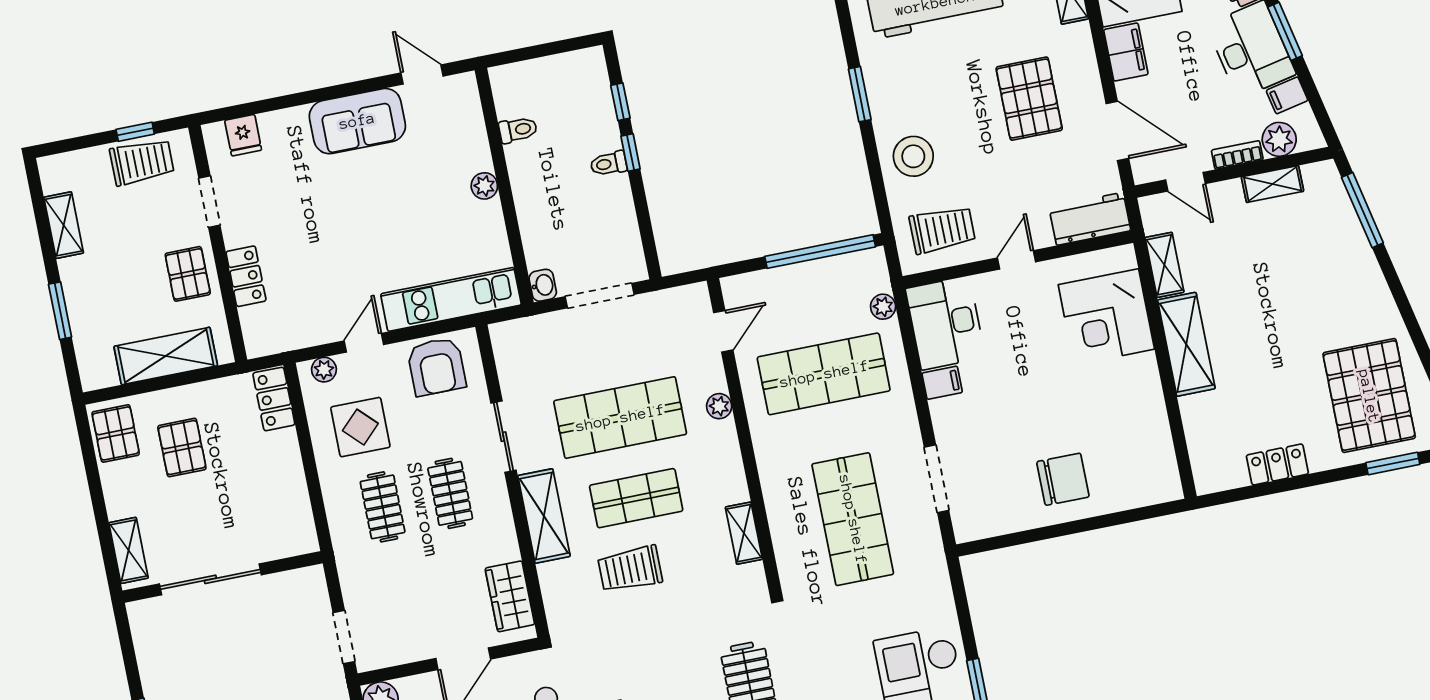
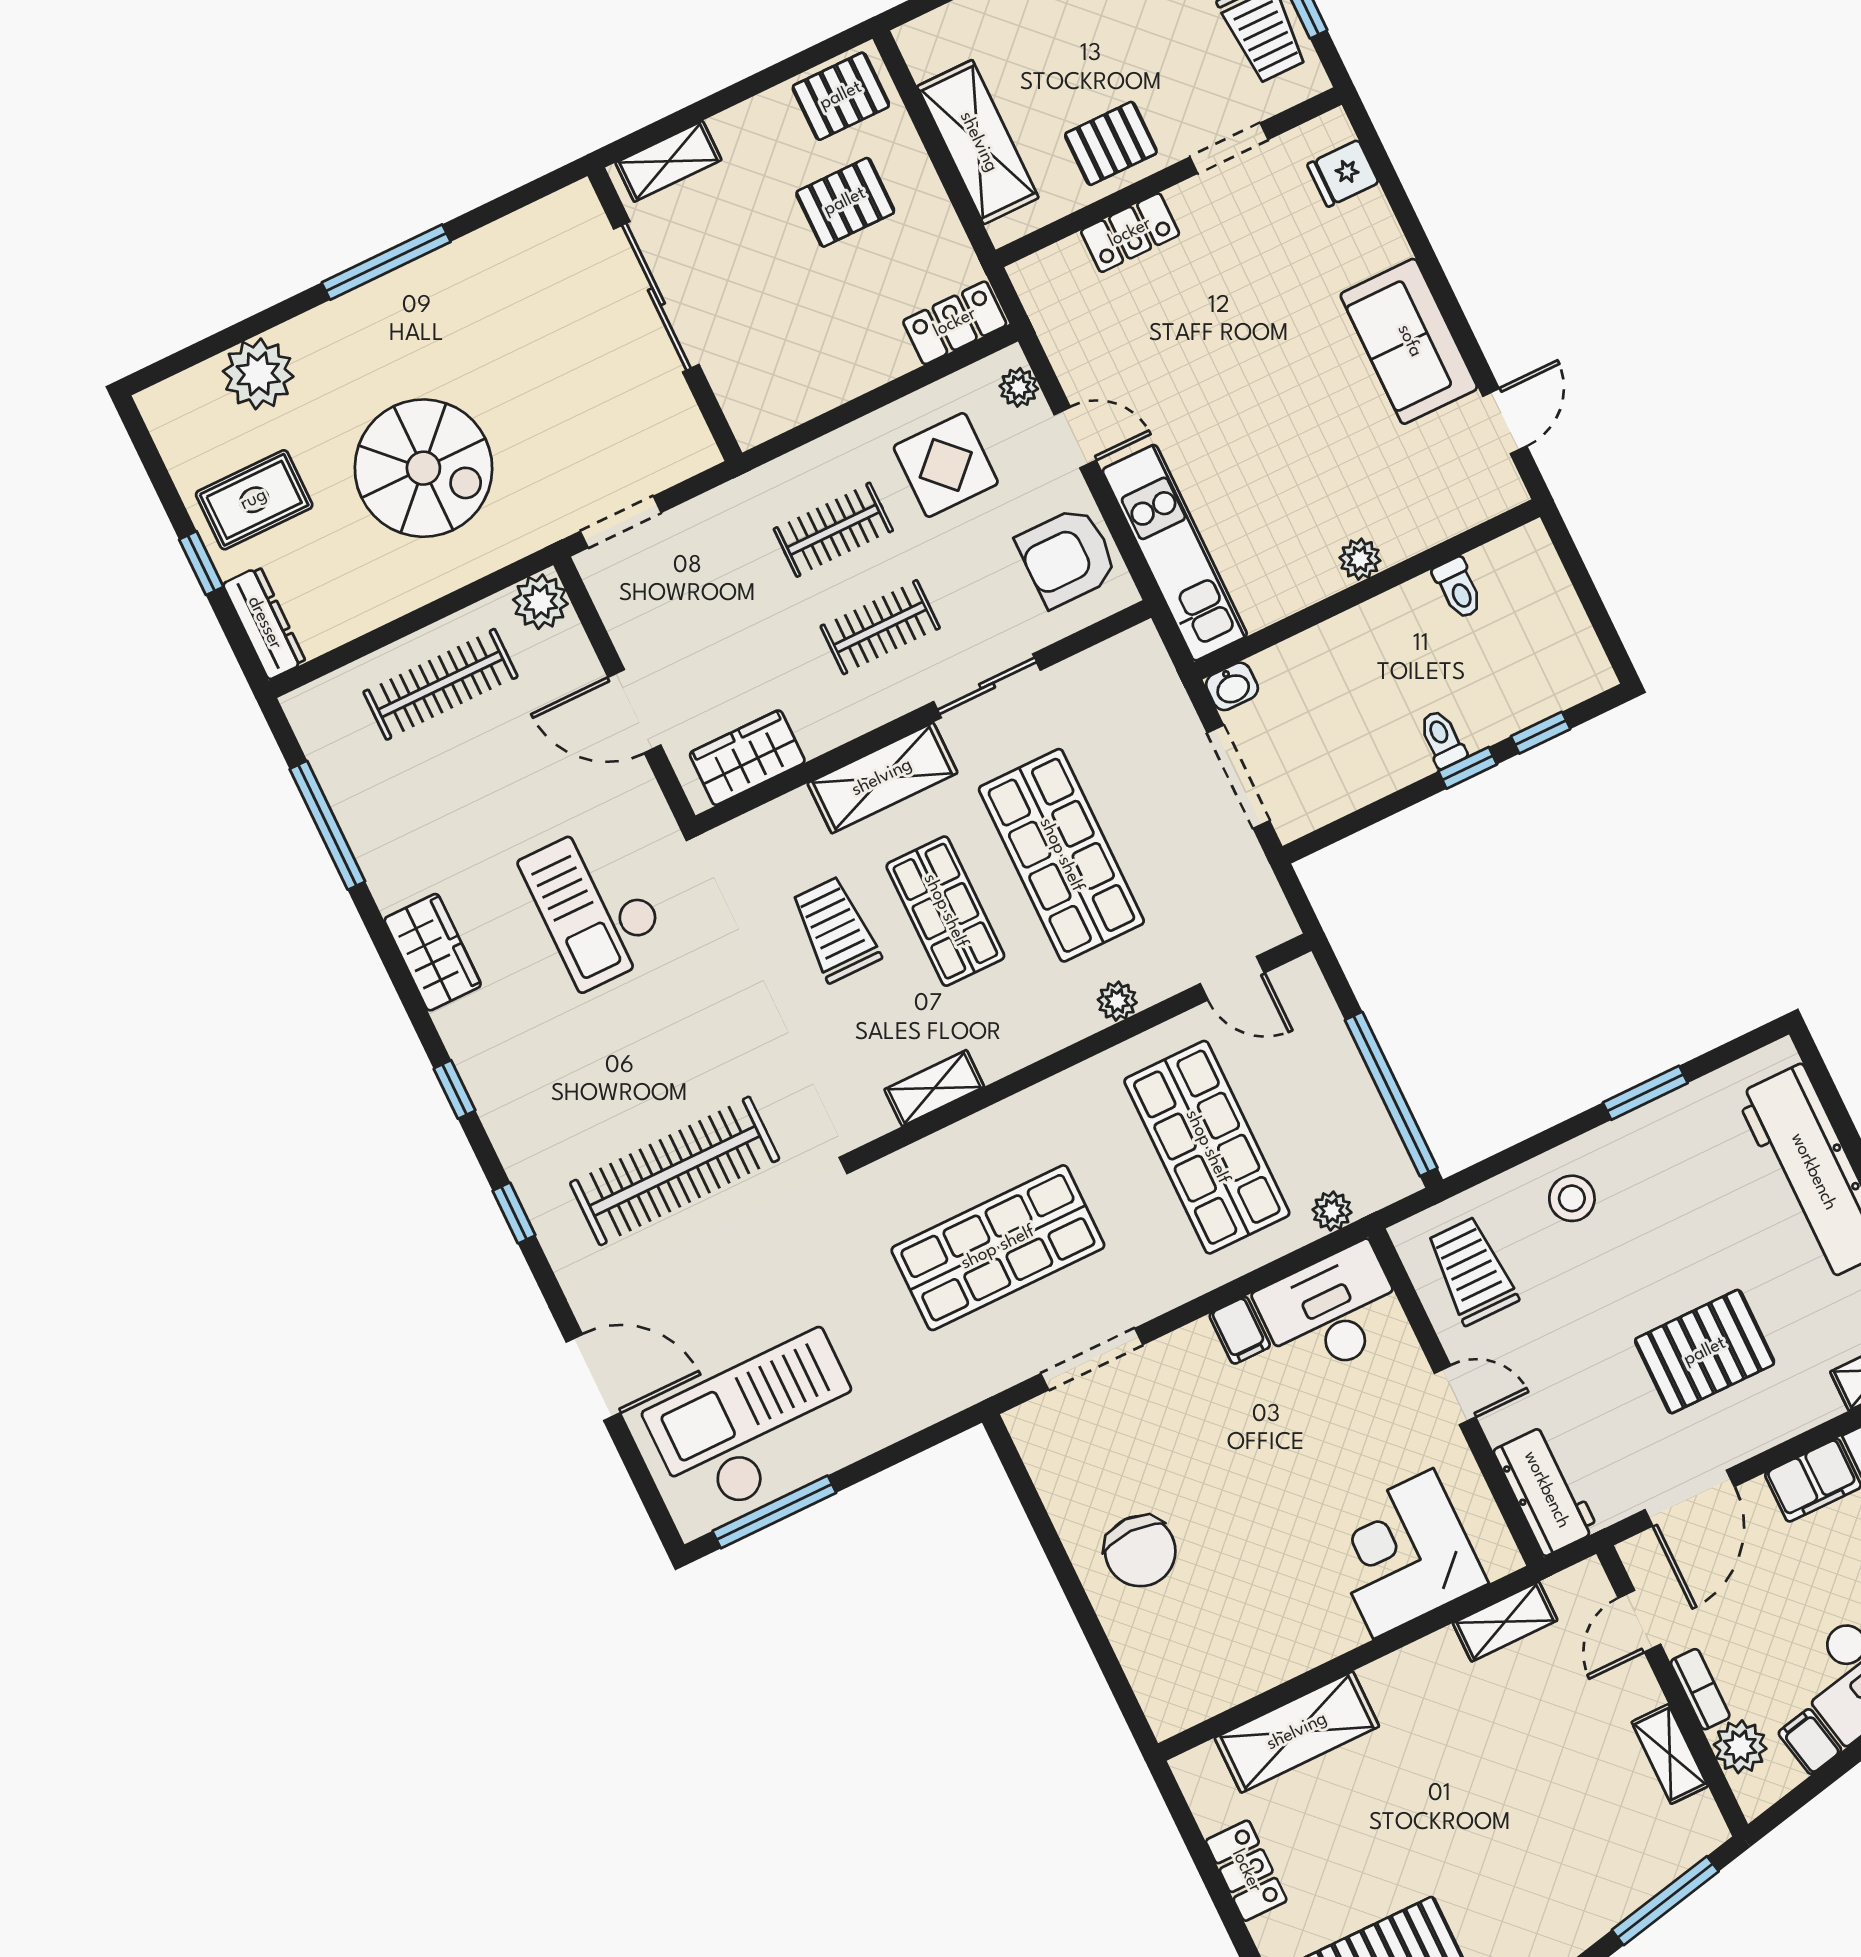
stool: (913, 156) -> (1572, 1198), width x0.73, depth x0.73
trolley: (942, 230) -> (1472, 1271), turned 180
shelving: (1186, 344) -> (1297, 1732), moved

